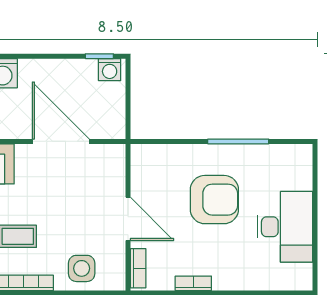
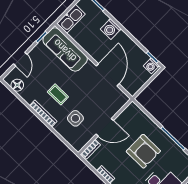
door: (128, 219) -> (105, 127), hinge flipped
side table: (82, 268) -> (75, 118), moved

